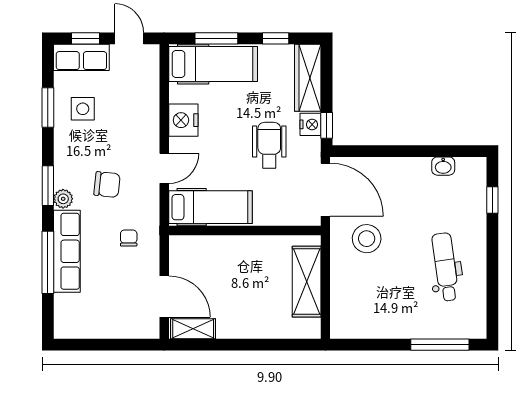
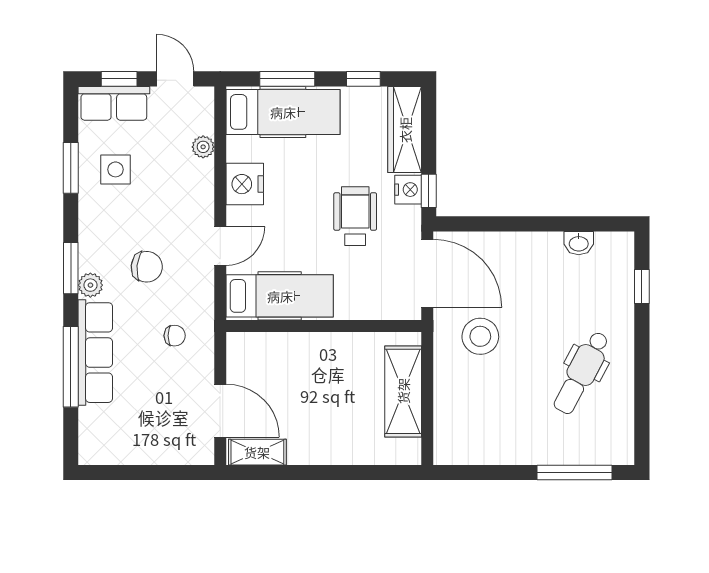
plant: (151, 91) -> (203, 147), added
chair: (129, 238) -> (175, 336), turned 90
dental chair: (445, 267) -> (582, 373), turned -144

